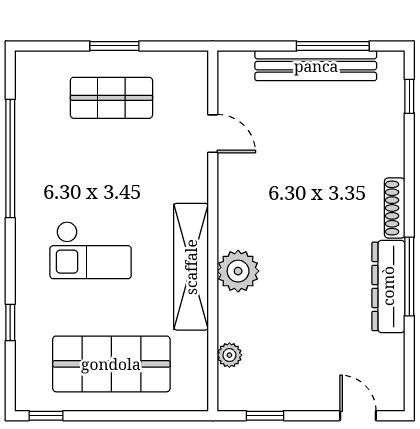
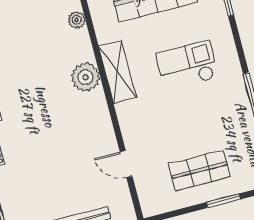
window: (114, 46) -> (223, 201), moved
shelving: (191, 267) -> (117, 72), width x0.68

